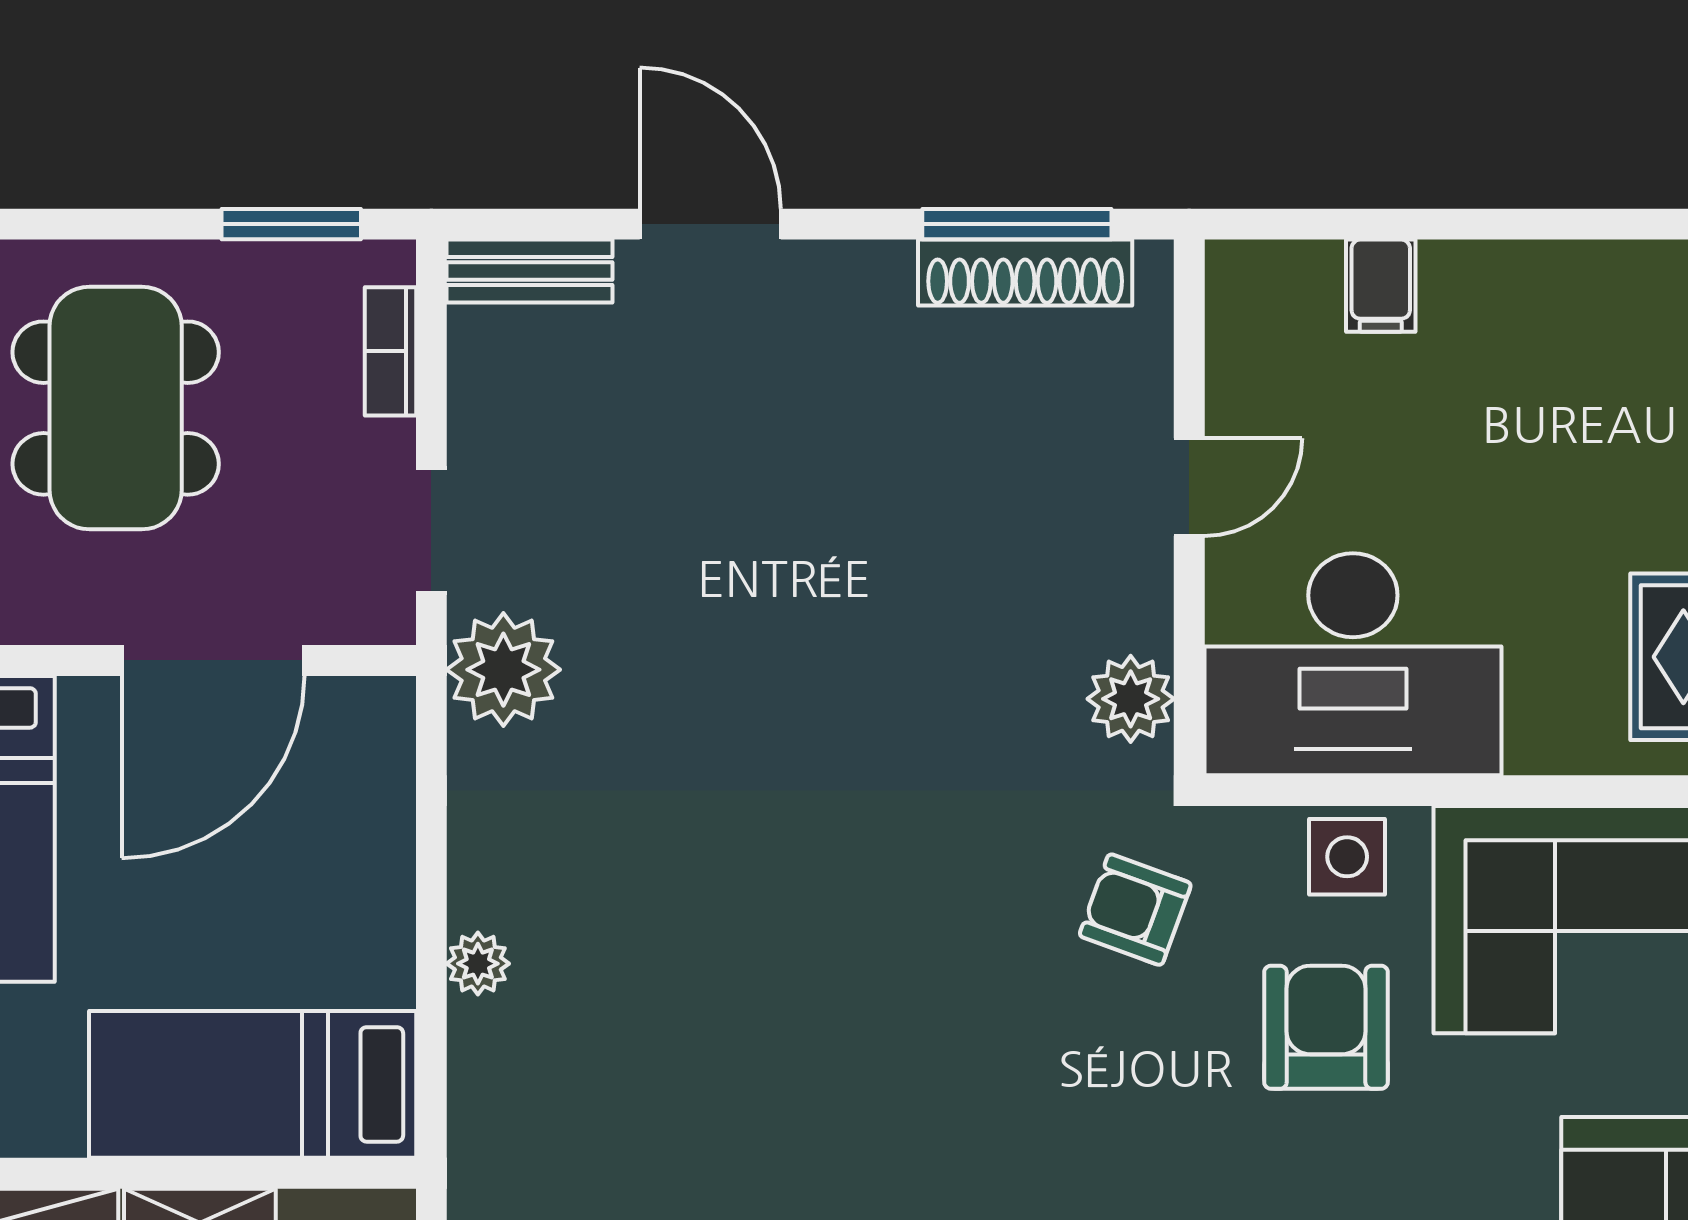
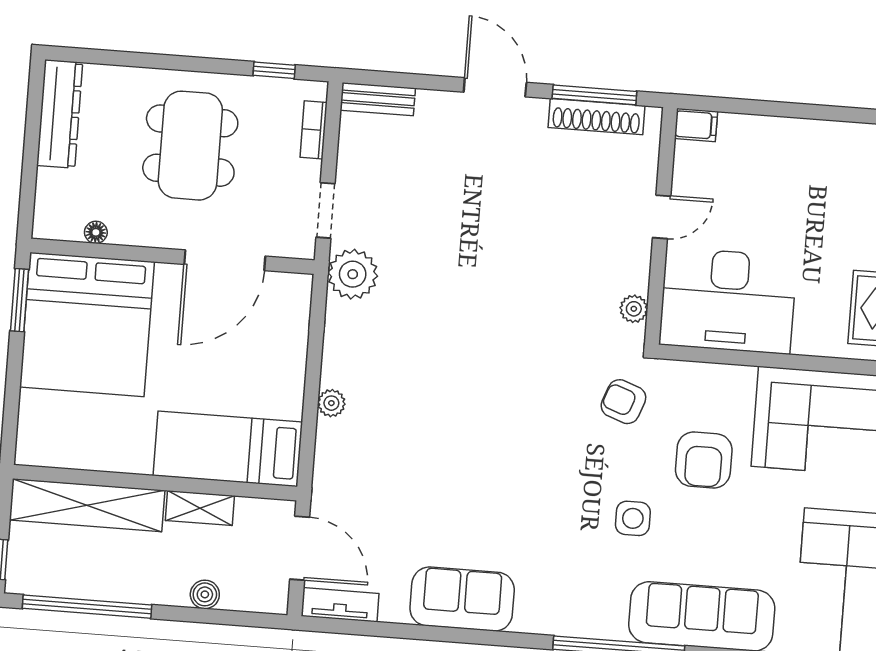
window: (291, 224) -> (274, 70), width x0.67
door: (710, 224) -> (495, 87), moved
filing cabinet: (1381, 286) -> (696, 125), moved, turned -90
plant: (1131, 699) -> (634, 309), width x0.73, depth x0.73
side table: (1347, 857) -> (633, 518), moved
armchair: (1326, 1027) -> (704, 460), turned 180

